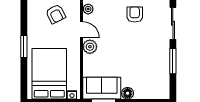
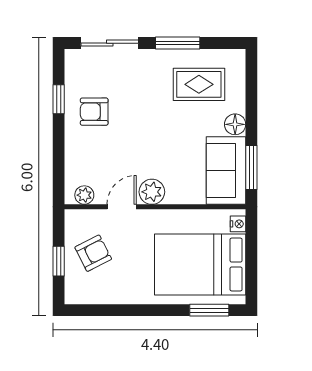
window: (24, 46) -> (209, 310), moved
rug: (150, 73) -> (199, 84), added

